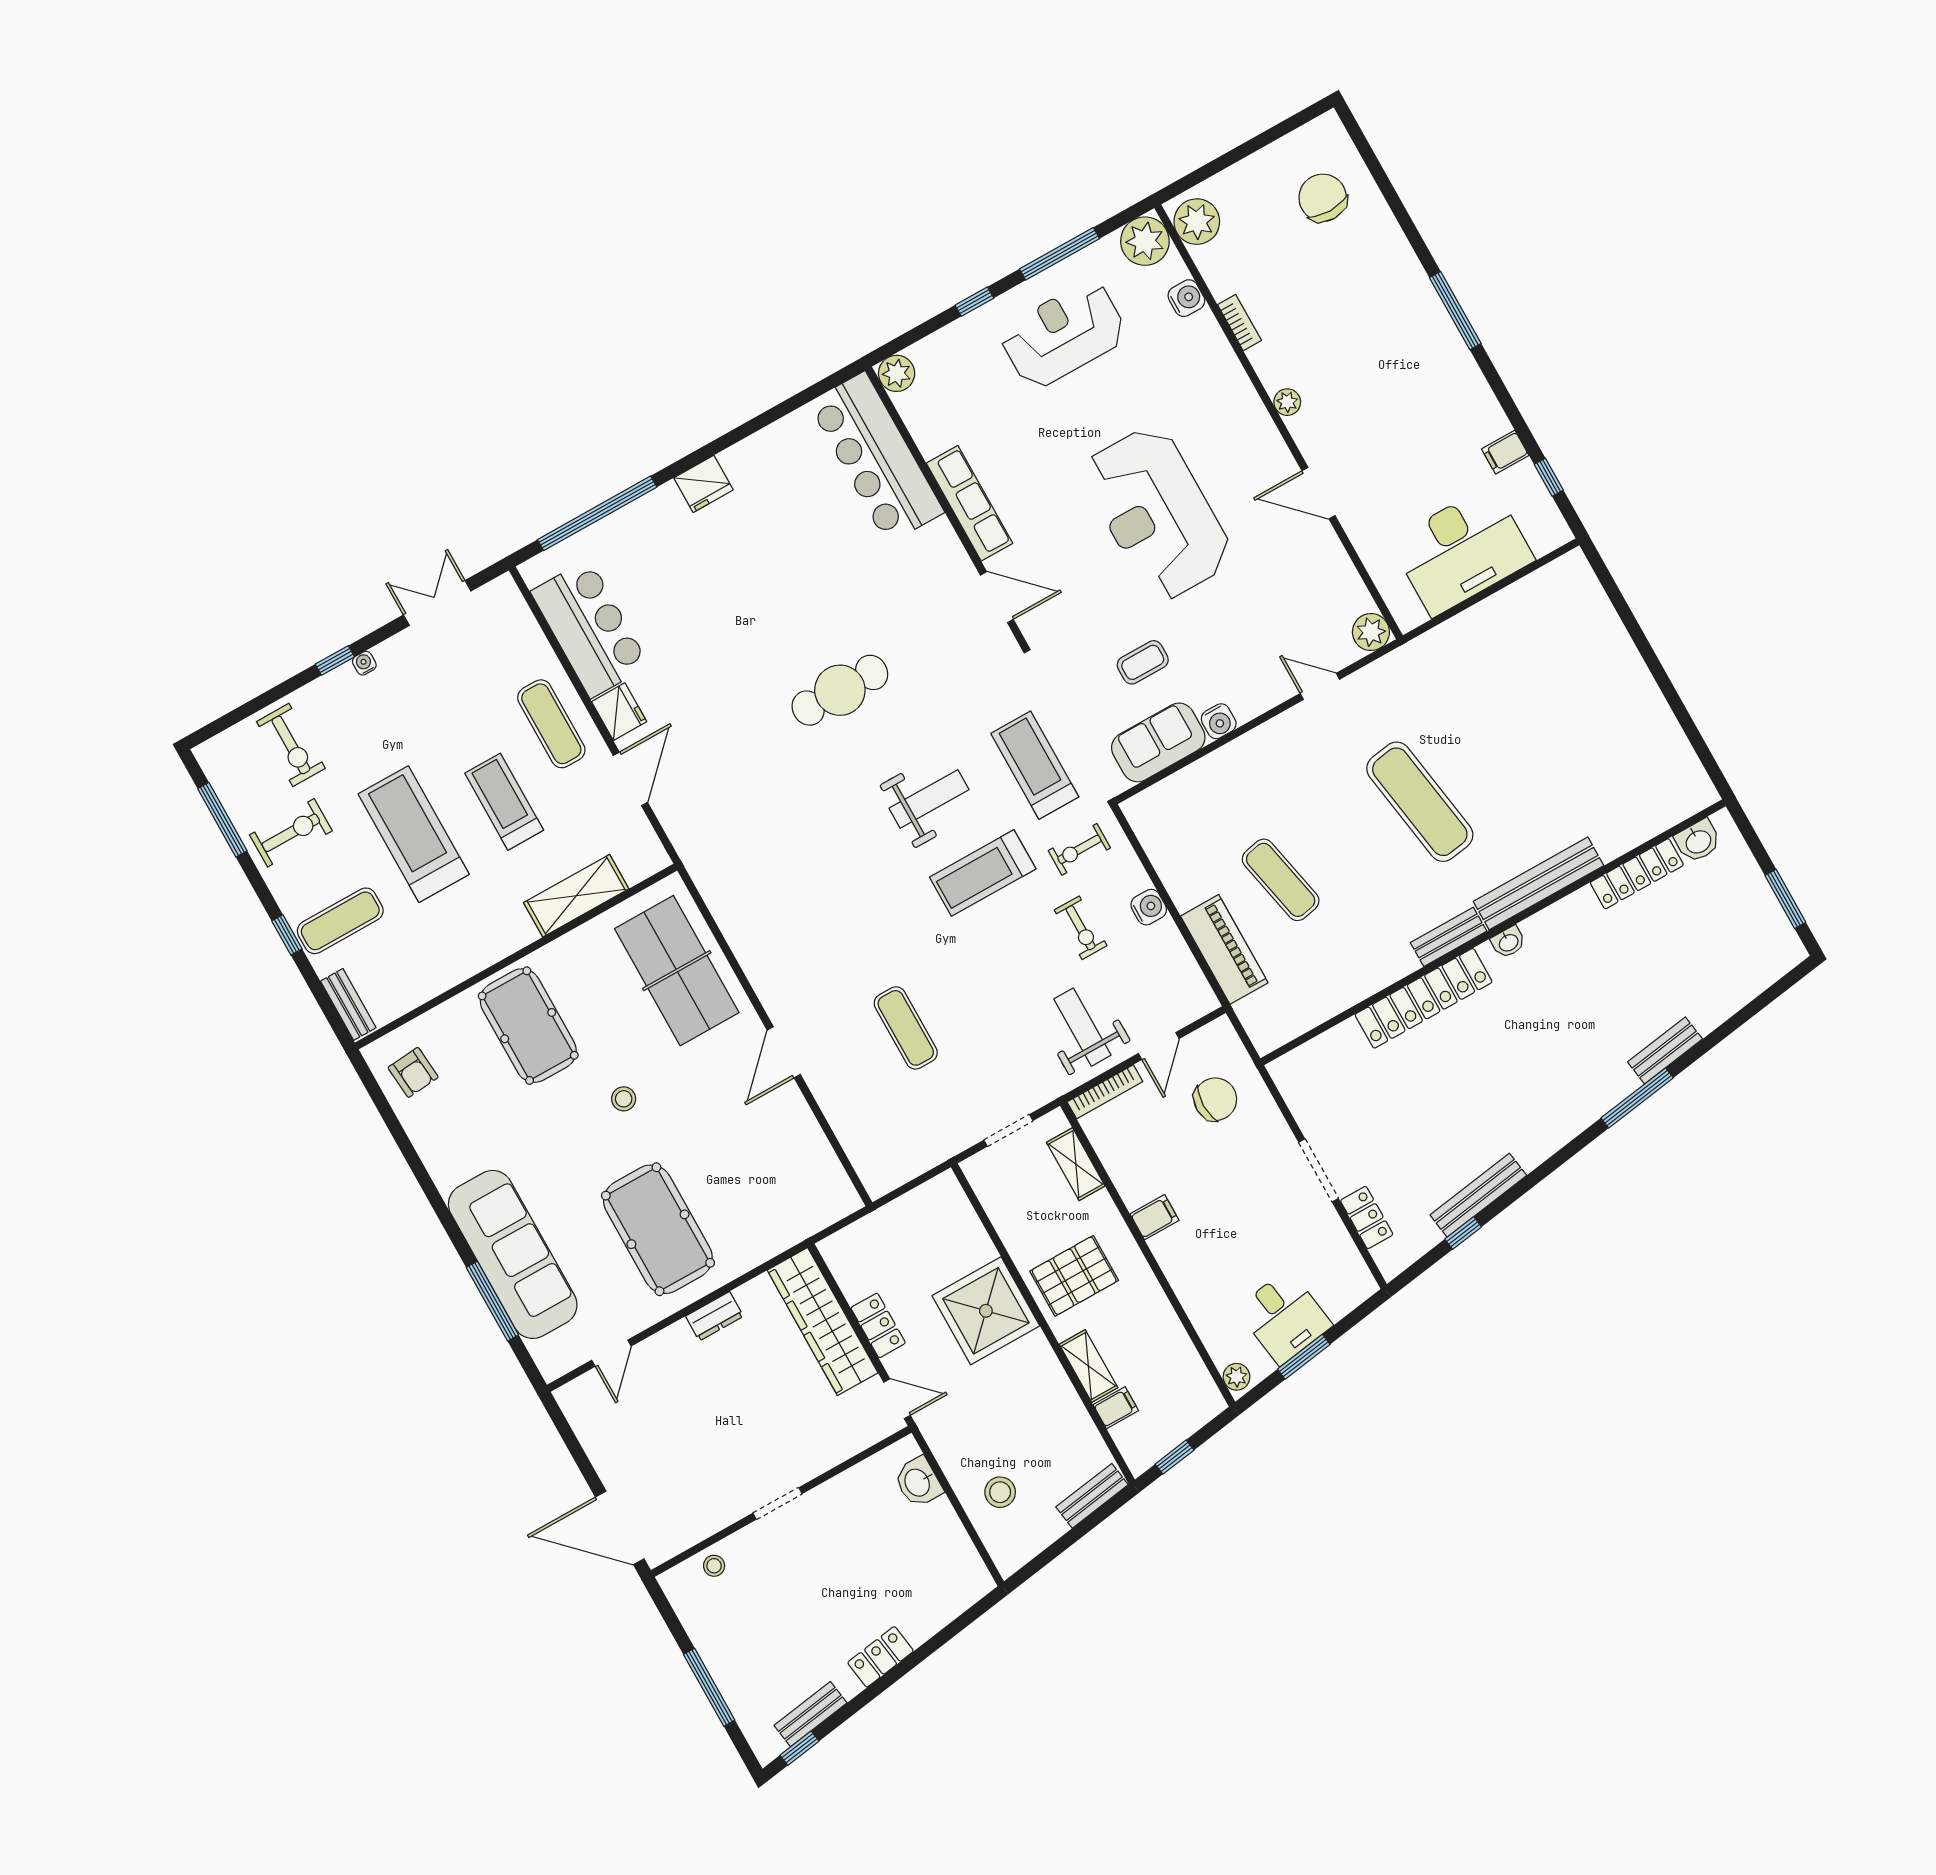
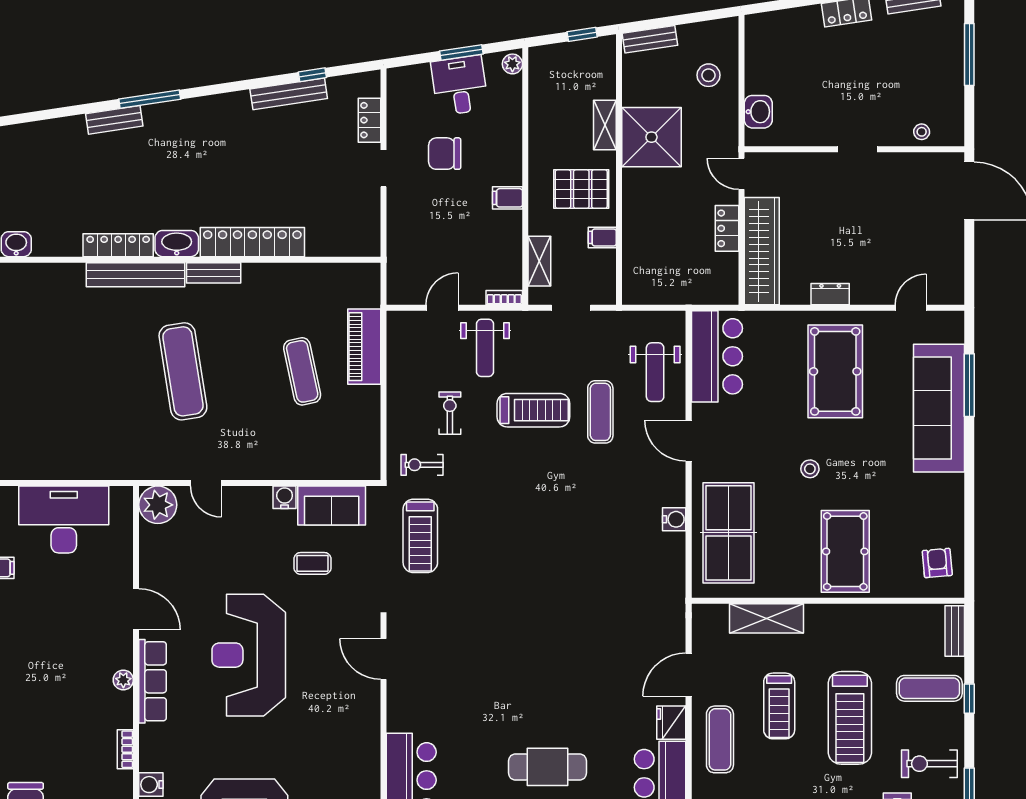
row of seats: (969, 503) -> (153, 681), moved, turned 180
reception desk: (1157, 513) -> (249, 655), turned 180
plant: (1371, 632) -> (158, 505), width x1.36, depth x1.36
cafe table: (840, 690) -> (548, 767), moved
weight bench: (929, 799) -> (655, 372), moved, turned -90
exercise bike: (1079, 849) -> (422, 465), turned 180
treadmill: (983, 873) -> (533, 410), moved
locker: (1637, 874) -> (118, 245), moved
water cooler: (1149, 907) -> (674, 519), moved, turned 180
washbasin: (1508, 942) -> (177, 244), width x1.91, depth x1.45
door: (784, 1052) -> (689, 441), swing flipped
bookcase: (1105, 1092) -> (504, 298), width x0.64
chair: (1215, 1099) -> (445, 154), moved
bar counter: (806, 1169) -> (717, 356), added
doorway: (1319, 1170) -> (384, 168), width x0.73
shower: (986, 1311) -> (651, 137), moved
filing cabinet: (1116, 1408) -> (602, 237), moved

